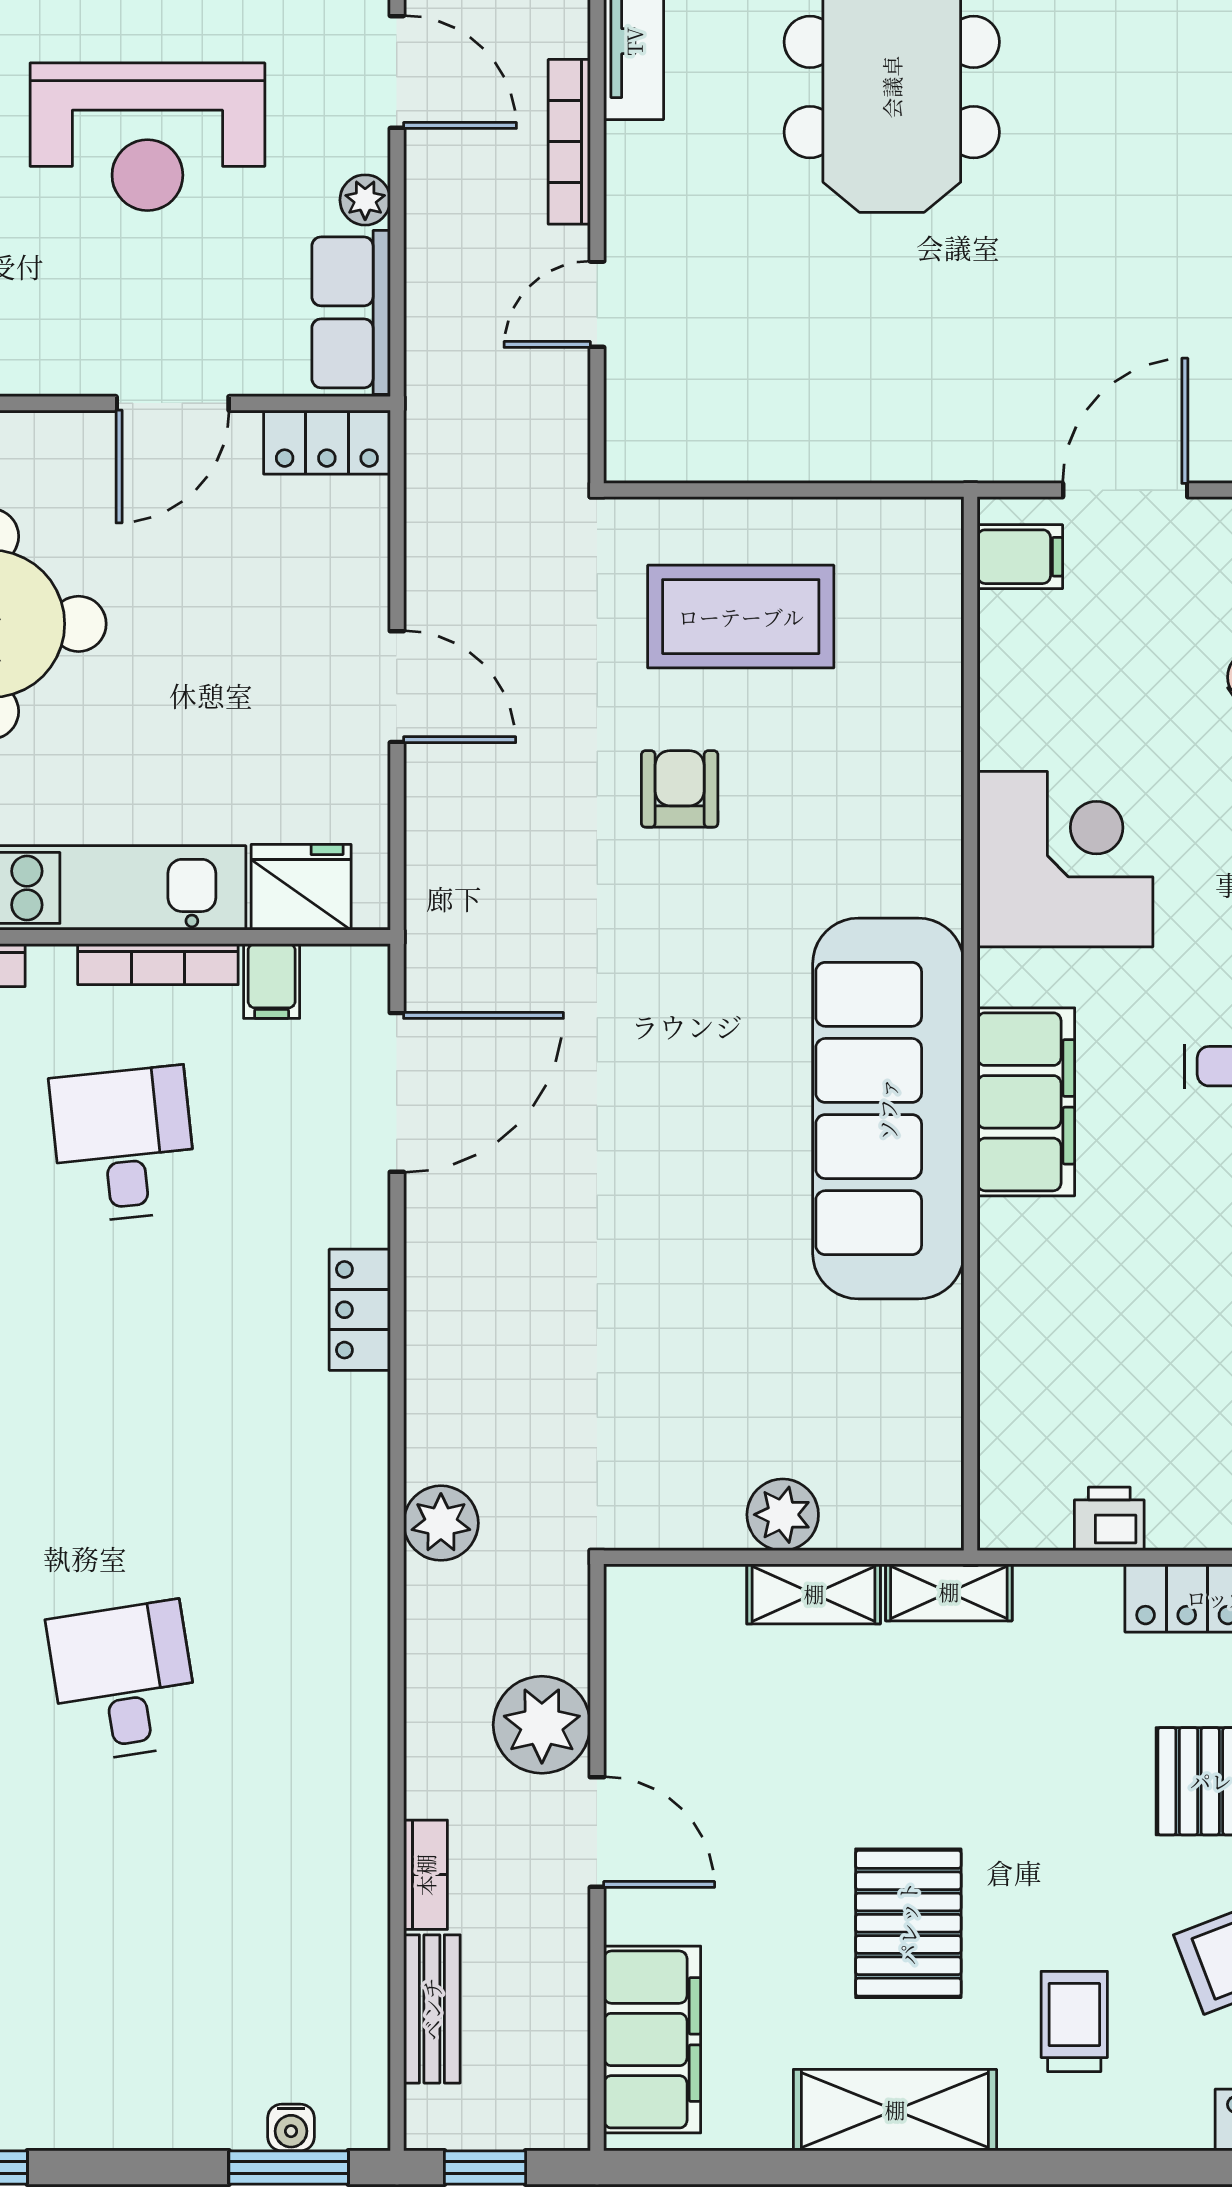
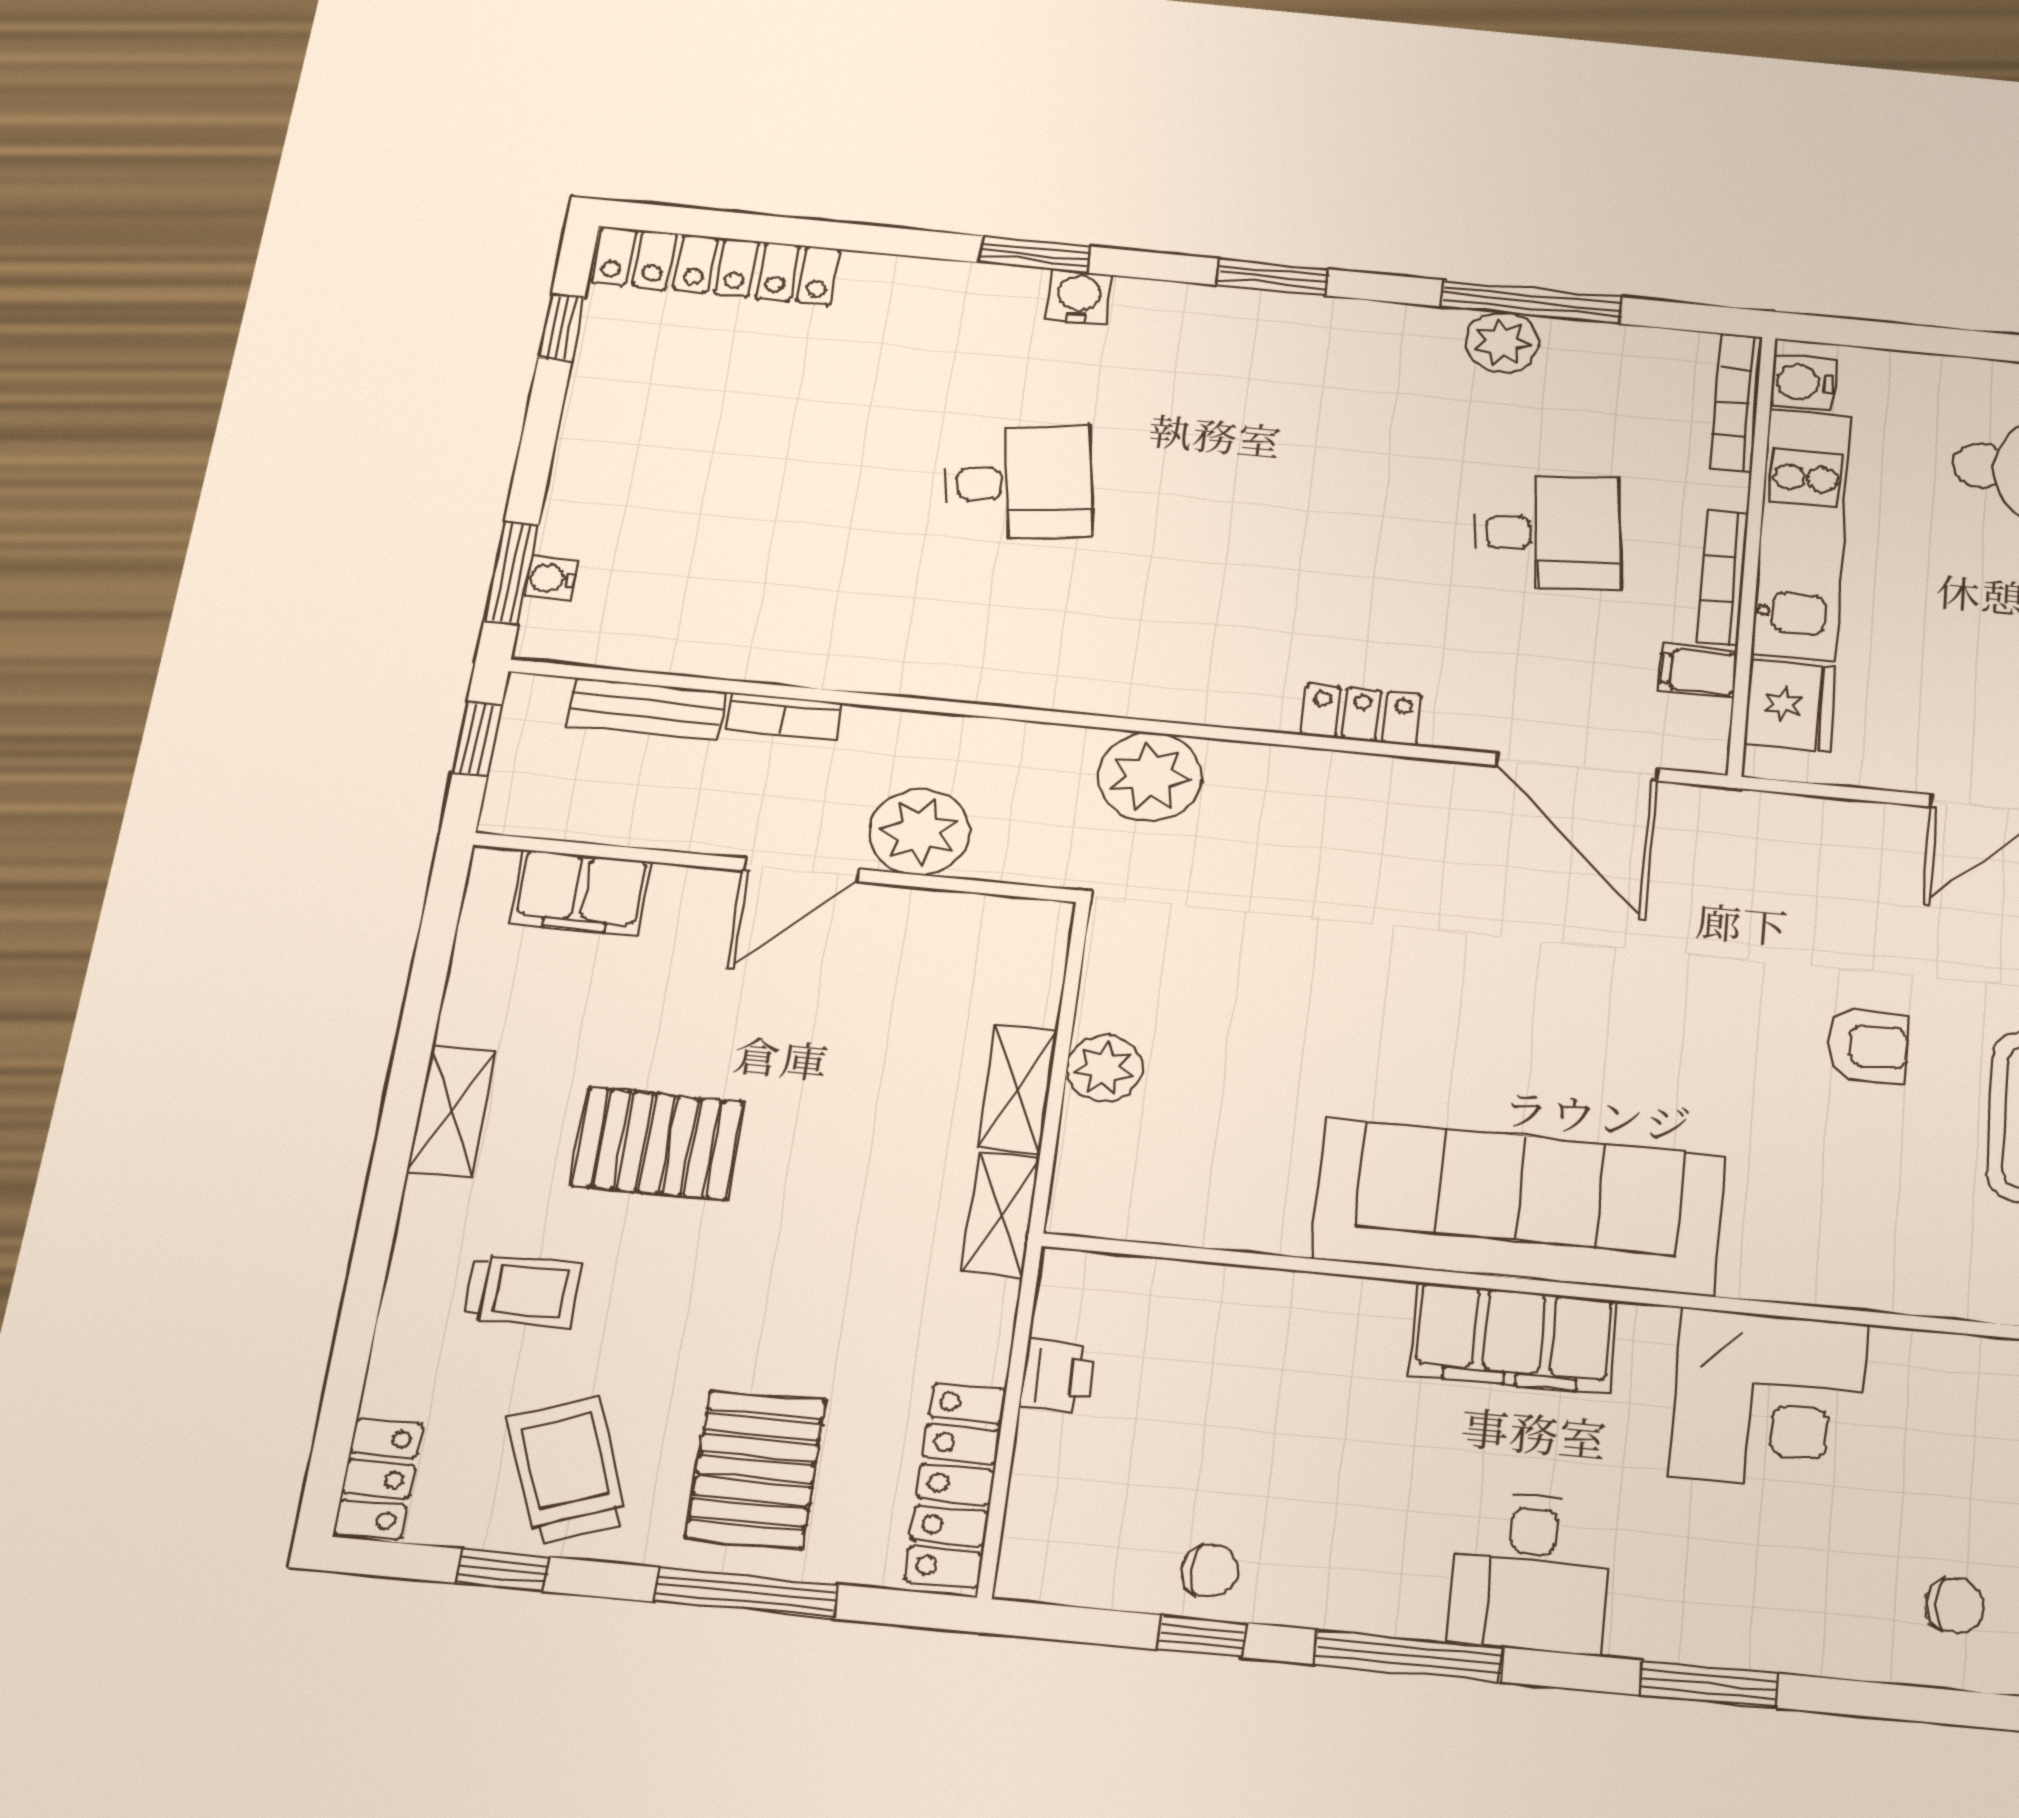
plant: (441, 1523) -> (1150, 777), width x1.36, depth x1.36
filing cabinet: (652, 2039) -> (580, 892), width x0.67, depth x0.86
shelving: (895, 2110) -> (452, 1111), width x0.67, depth x0.75

